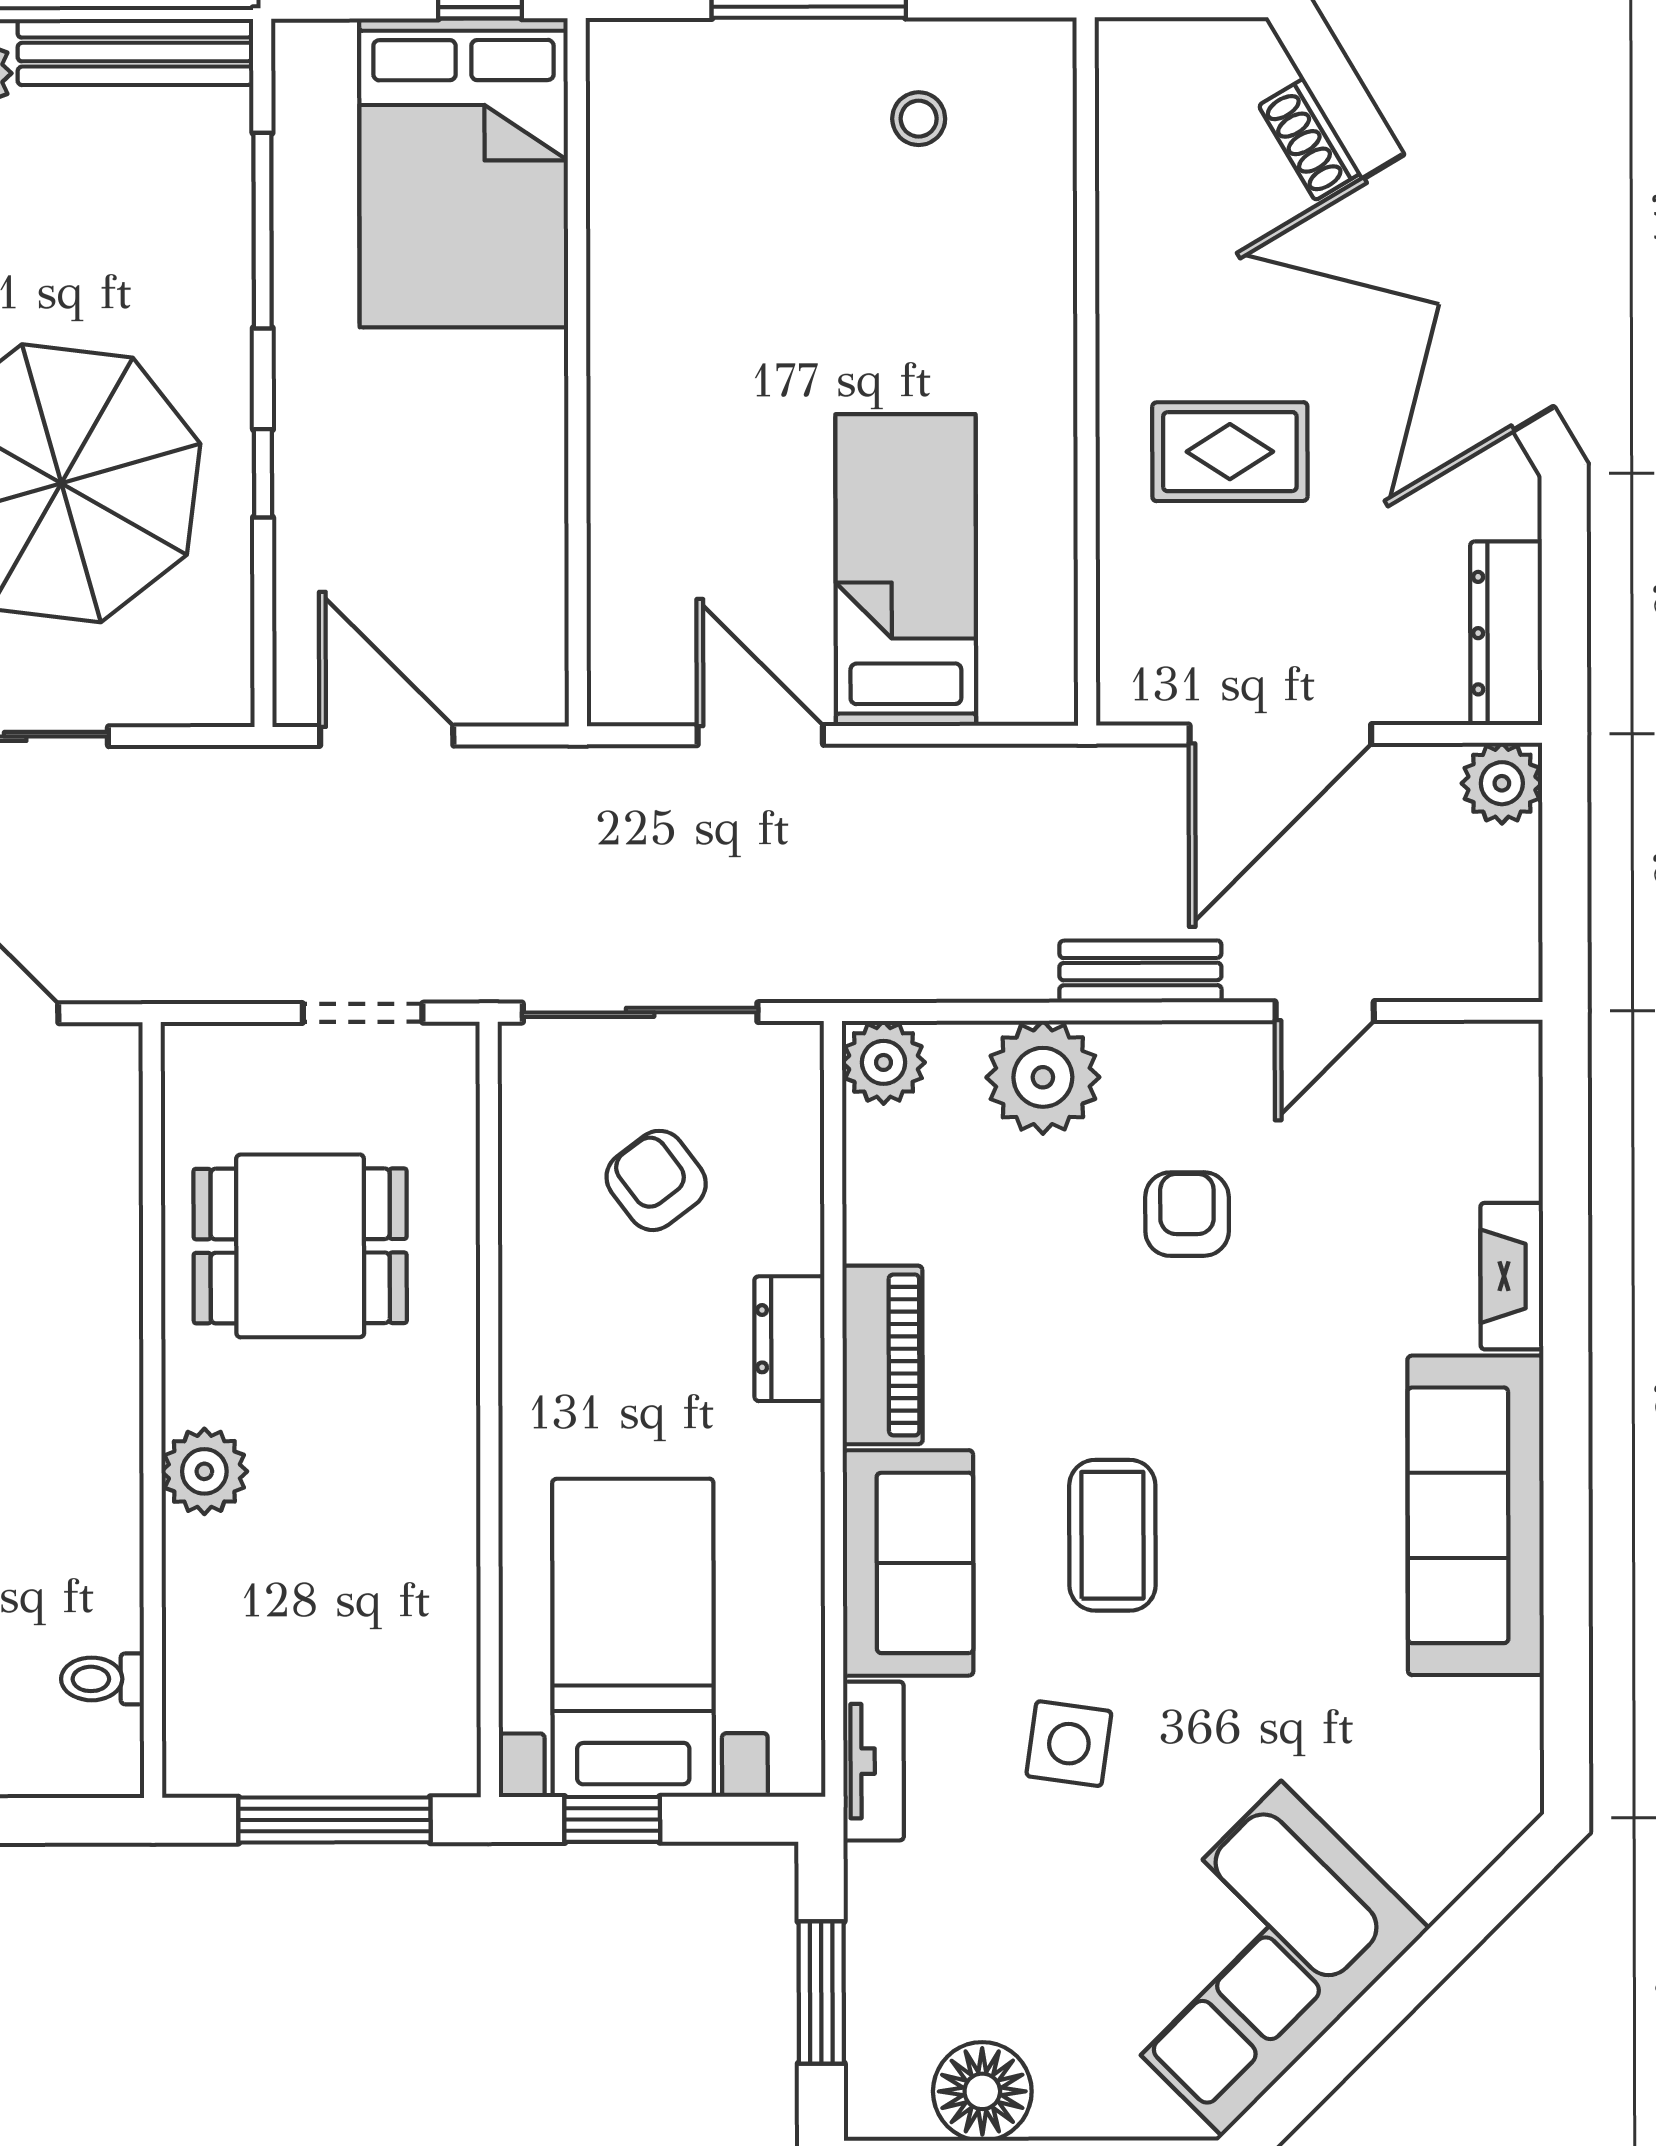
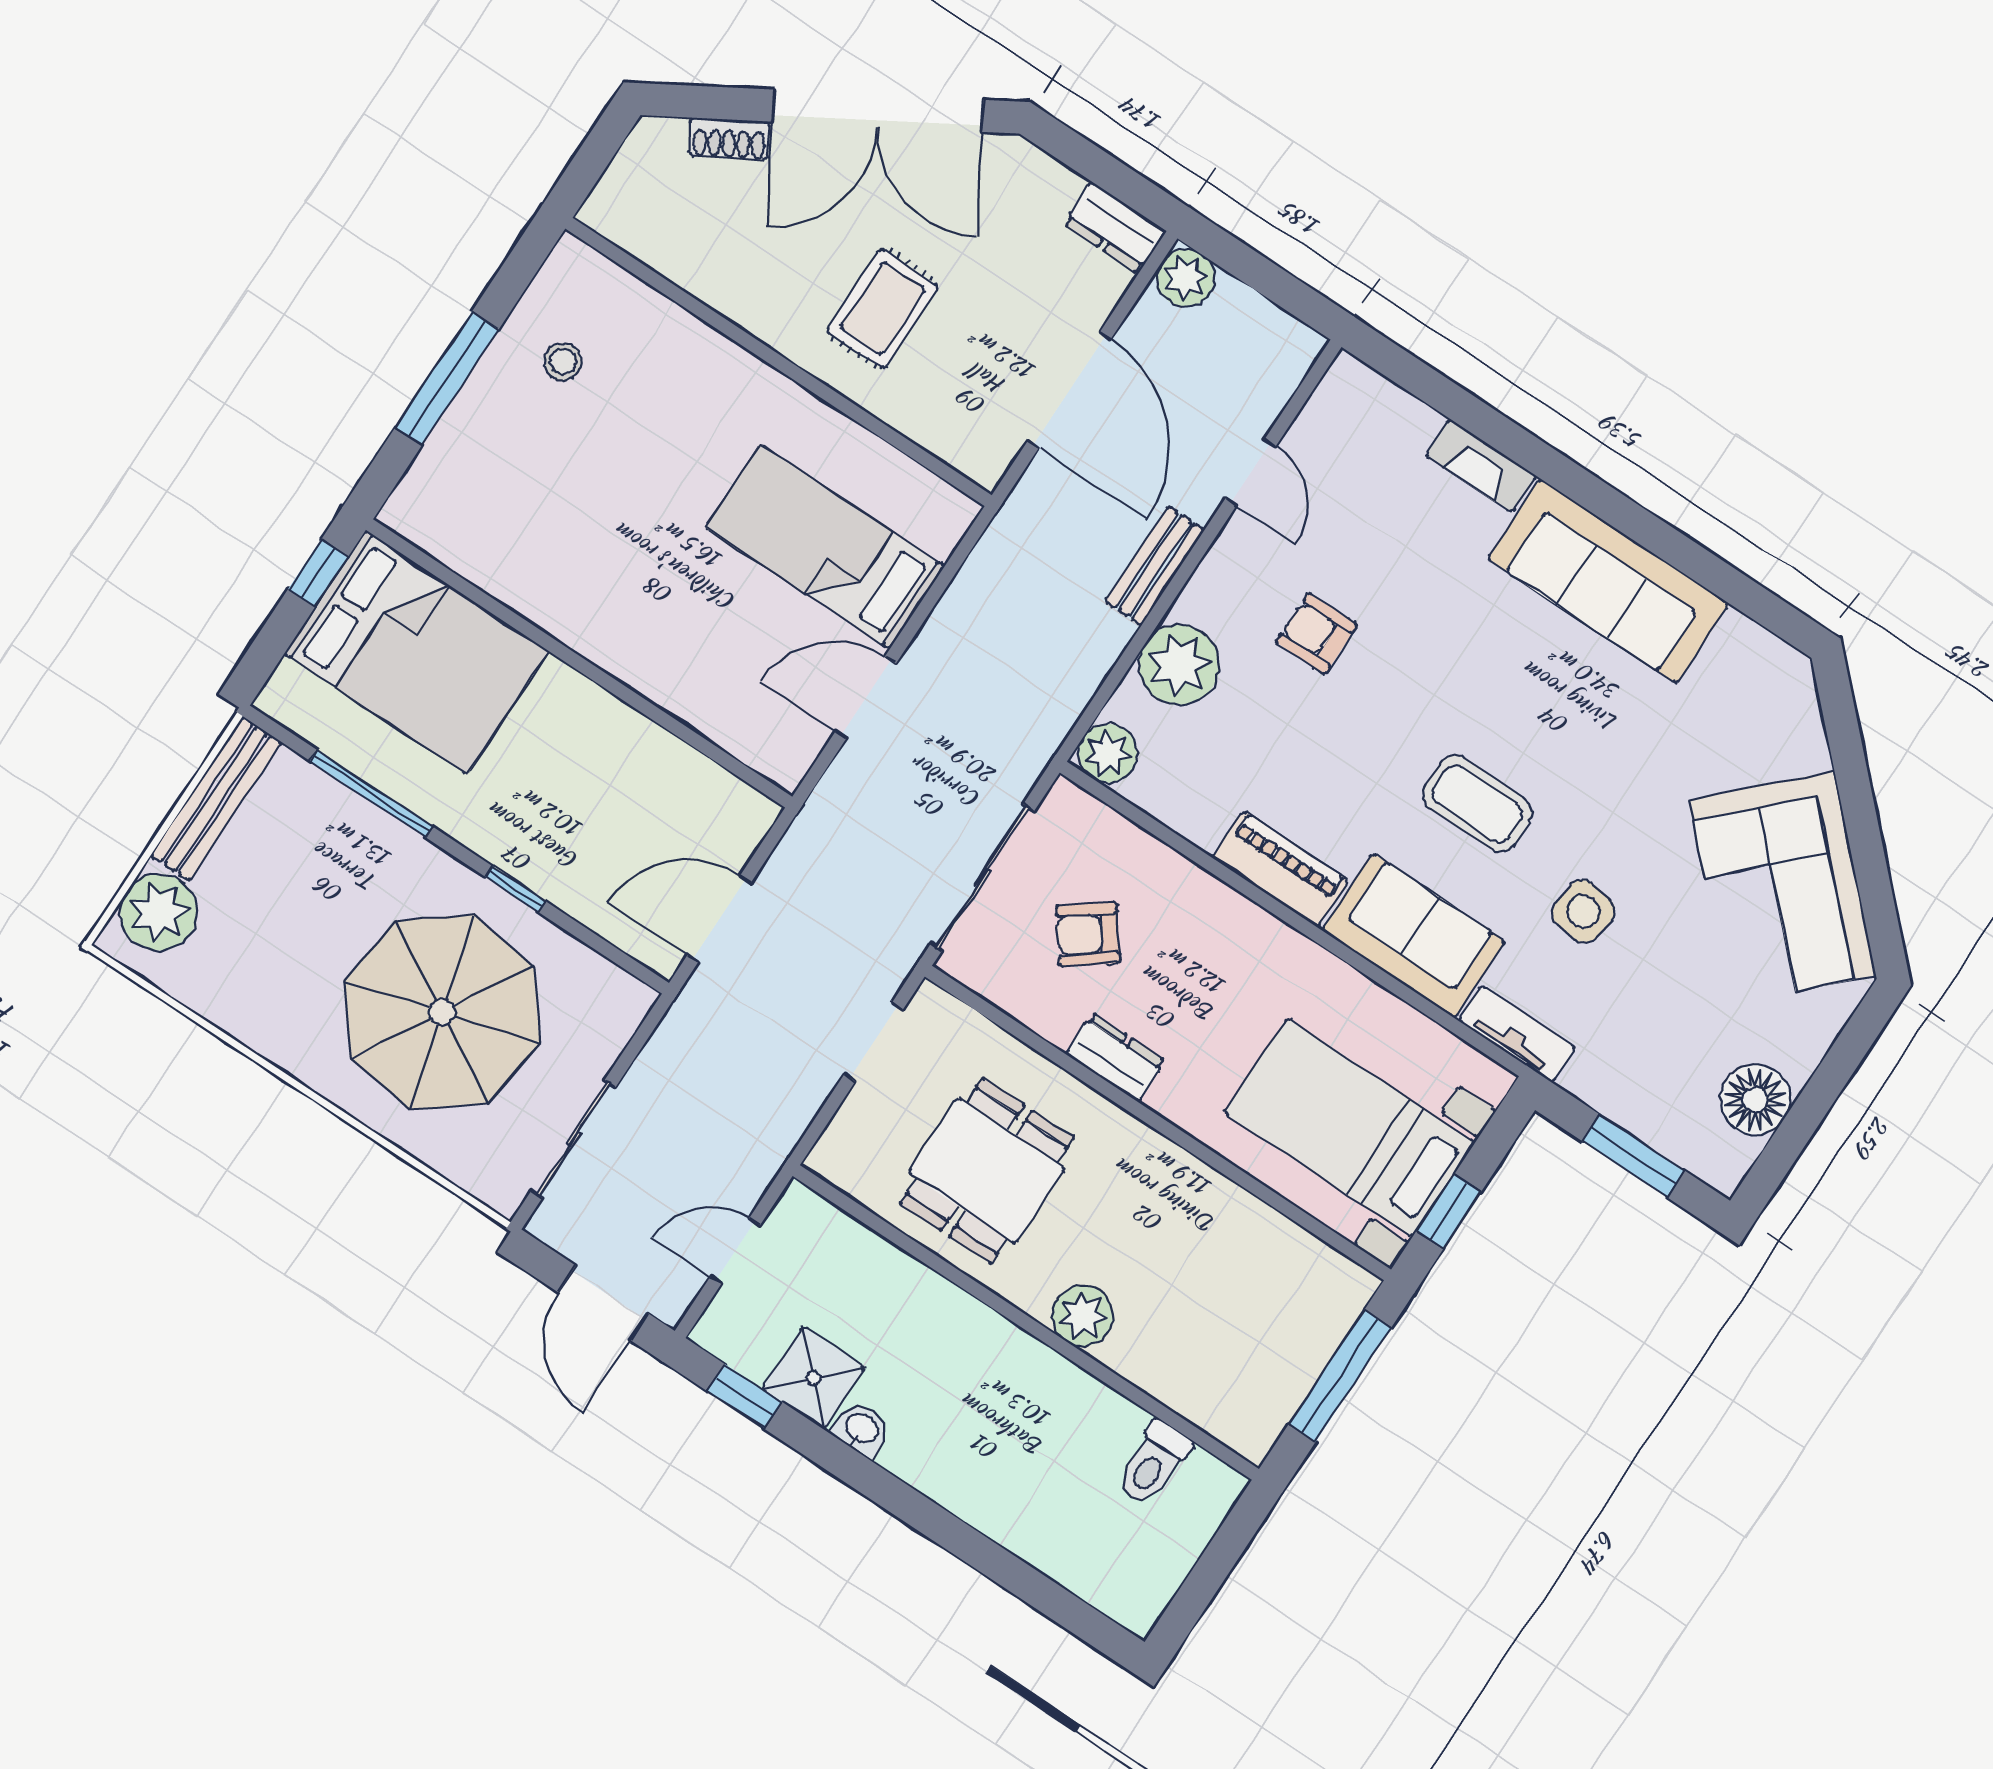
dresser: (1506, 633) -> (1115, 227), width x0.70
dresser: (789, 1339) -> (1115, 1057), moved, turned 180
toilet: (102, 1679) -> (1153, 1463), width x1.37, depth x1.39

